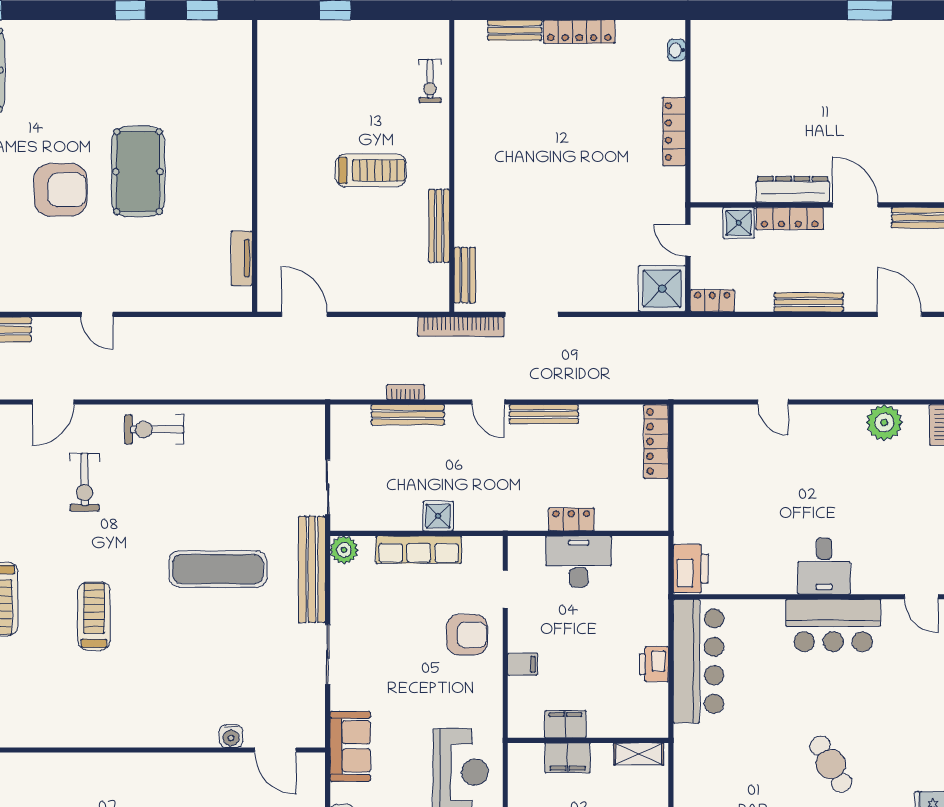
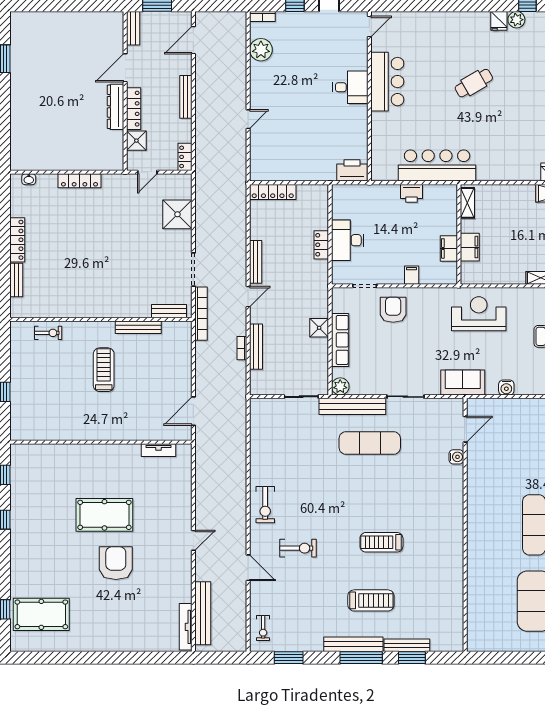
shower: (662, 289) -> (177, 214), moved
exercise mat: (218, 569) -> (370, 443), moved, turned 90
bar counter: (698, 661) -> (437, 166), moved

